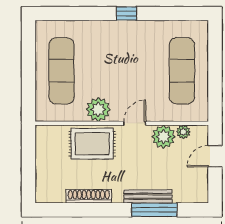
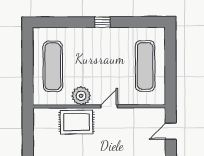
plant: (183, 132) -> (146, 113), removed
plant: (164, 137) -> (131, 117), removed

